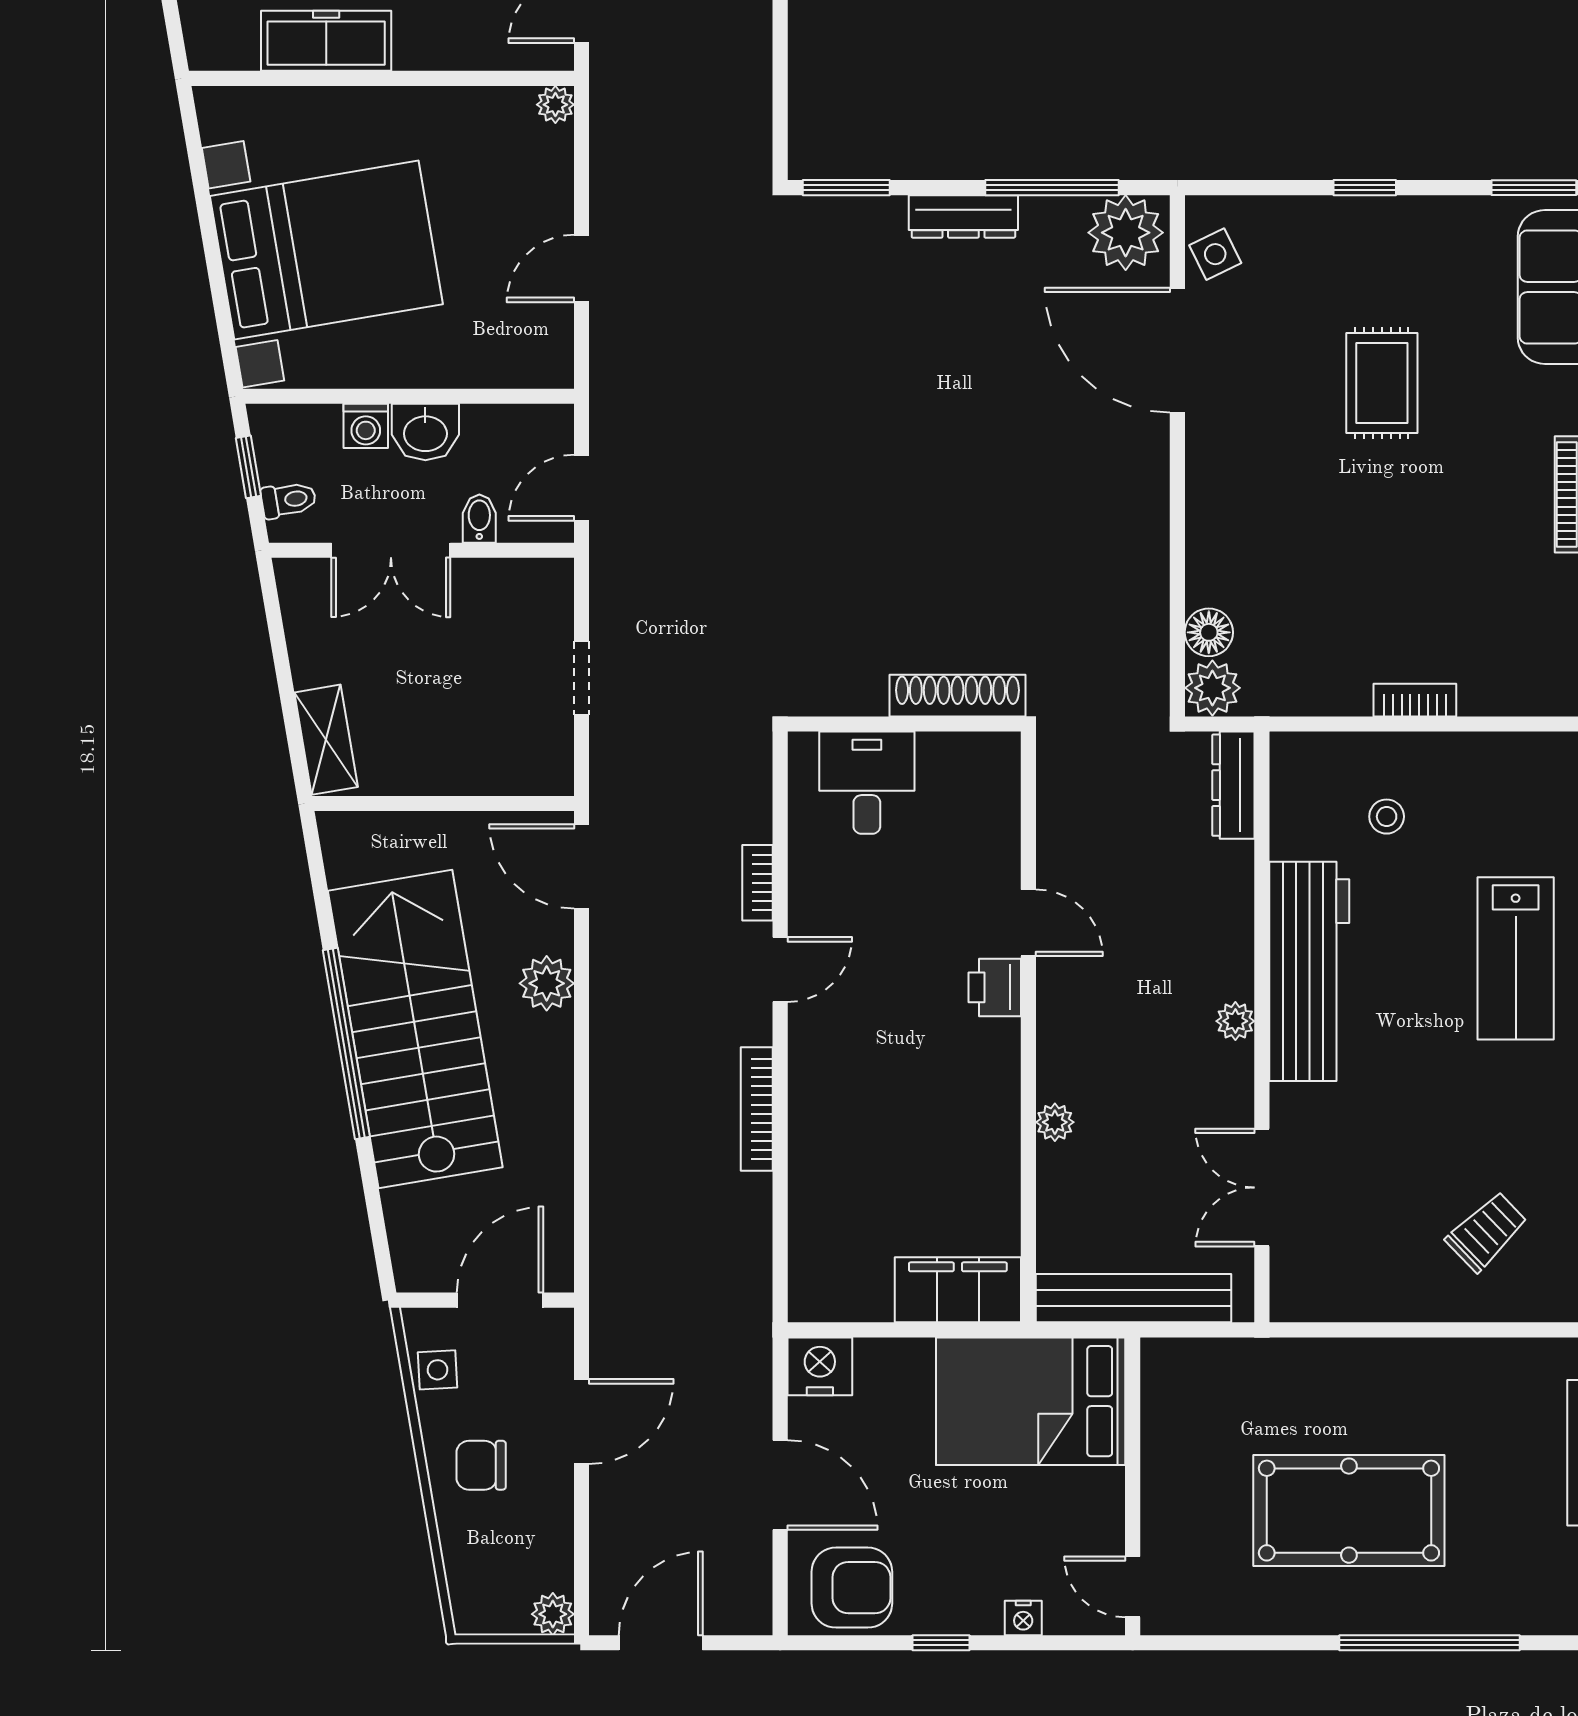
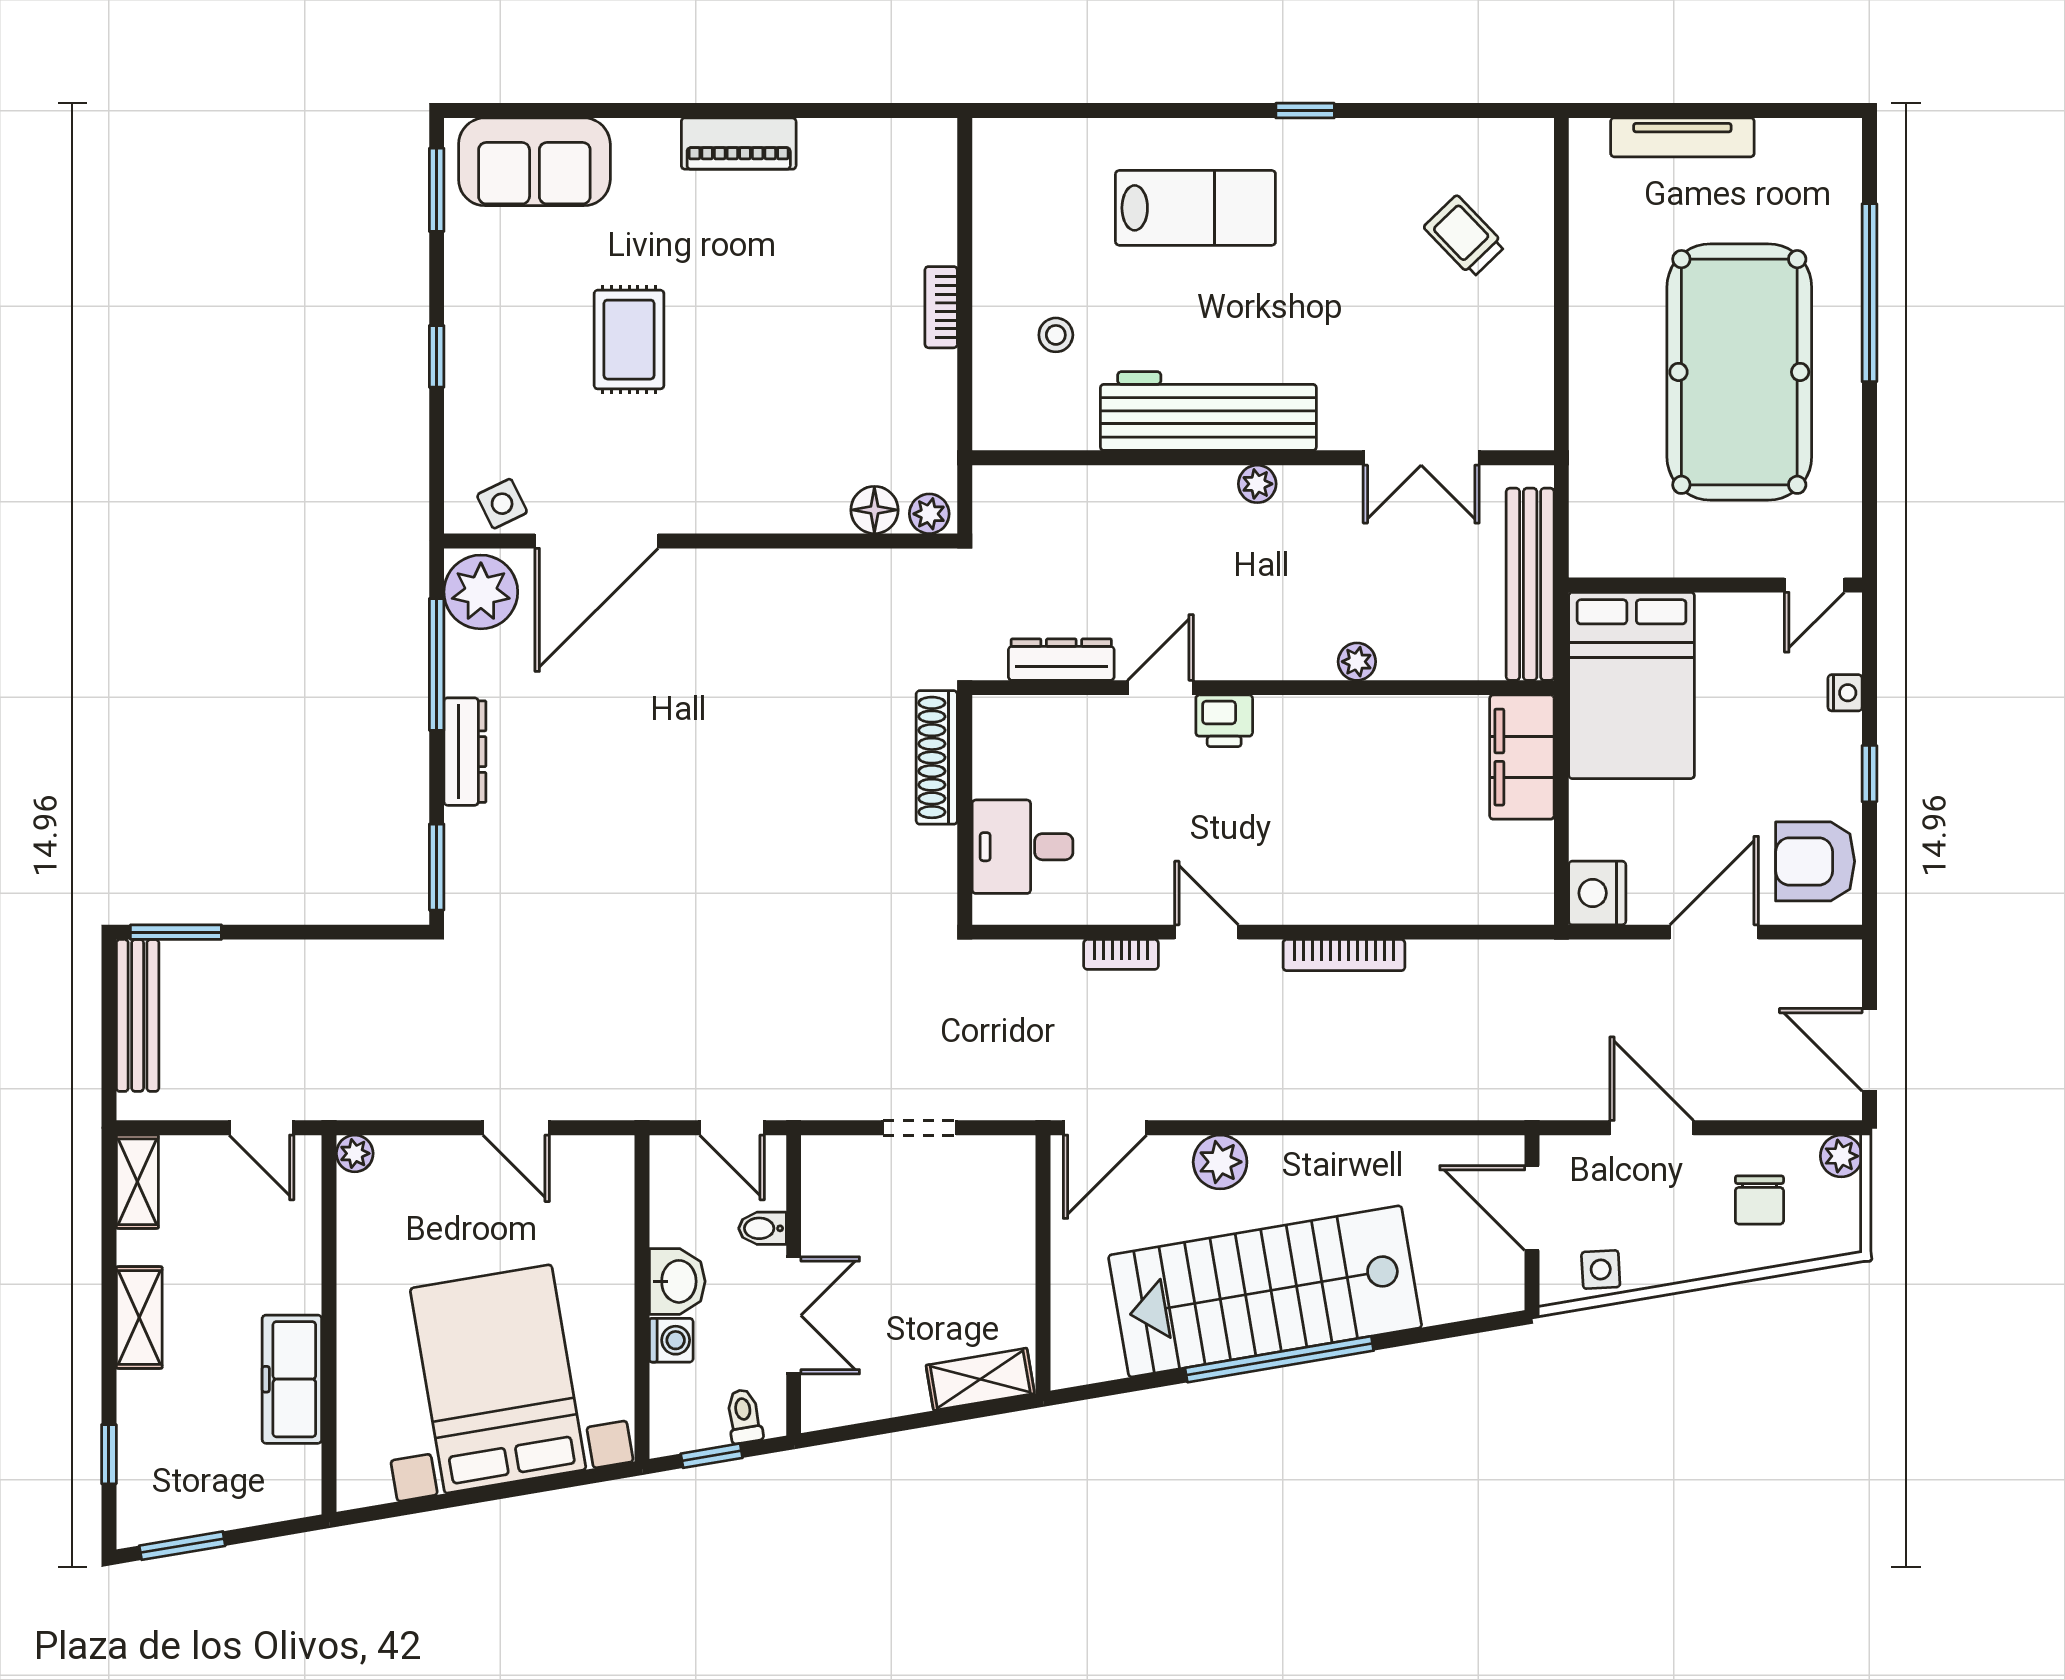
rug: (1382, 383) -> (629, 340), turned 90
plant: (1212, 688) -> (929, 514), width x0.73, depth x0.73
dresser: (1233, 785) -> (1061, 660), moved, turned 180
chair: (481, 1465) -> (1759, 1200), moved
pool table: (1349, 1511) -> (1739, 372), width x1.36, depth x1.32
armchair: (852, 1588) -> (1815, 861), turned -90

